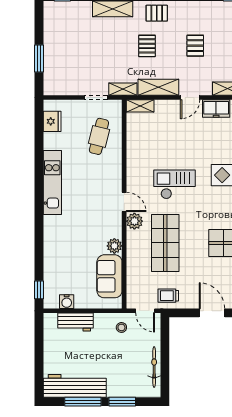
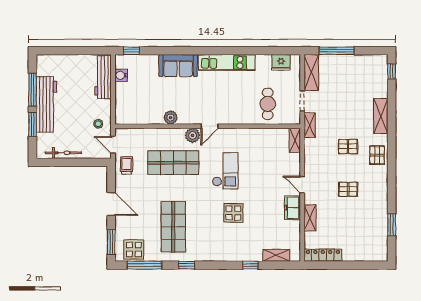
window: (39, 59) -> (337, 51), width x1.44
shelving: (158, 87) -> (311, 73), moved
cafe table: (99, 136) -> (268, 104), turned 76
sofa: (109, 276) -> (178, 66), moved, turned 180
door: (145, 311) -> (113, 145), hinge flipped
door: (212, 313) -> (111, 204), hinge flipped
workbench: (75, 322) -> (103, 77), width x1.37
workbench: (75, 386) -> (46, 104), moved

